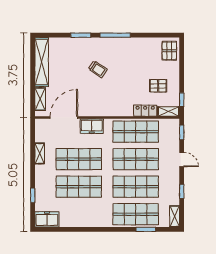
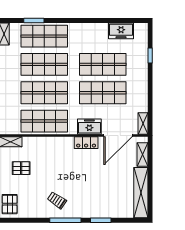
trolley: (98, 69) -> (57, 200), moved
locker: (145, 111) -> (86, 143), moved
shelving: (40, 153) -> (143, 123), moved
freezer: (47, 219) -> (121, 31), moved

